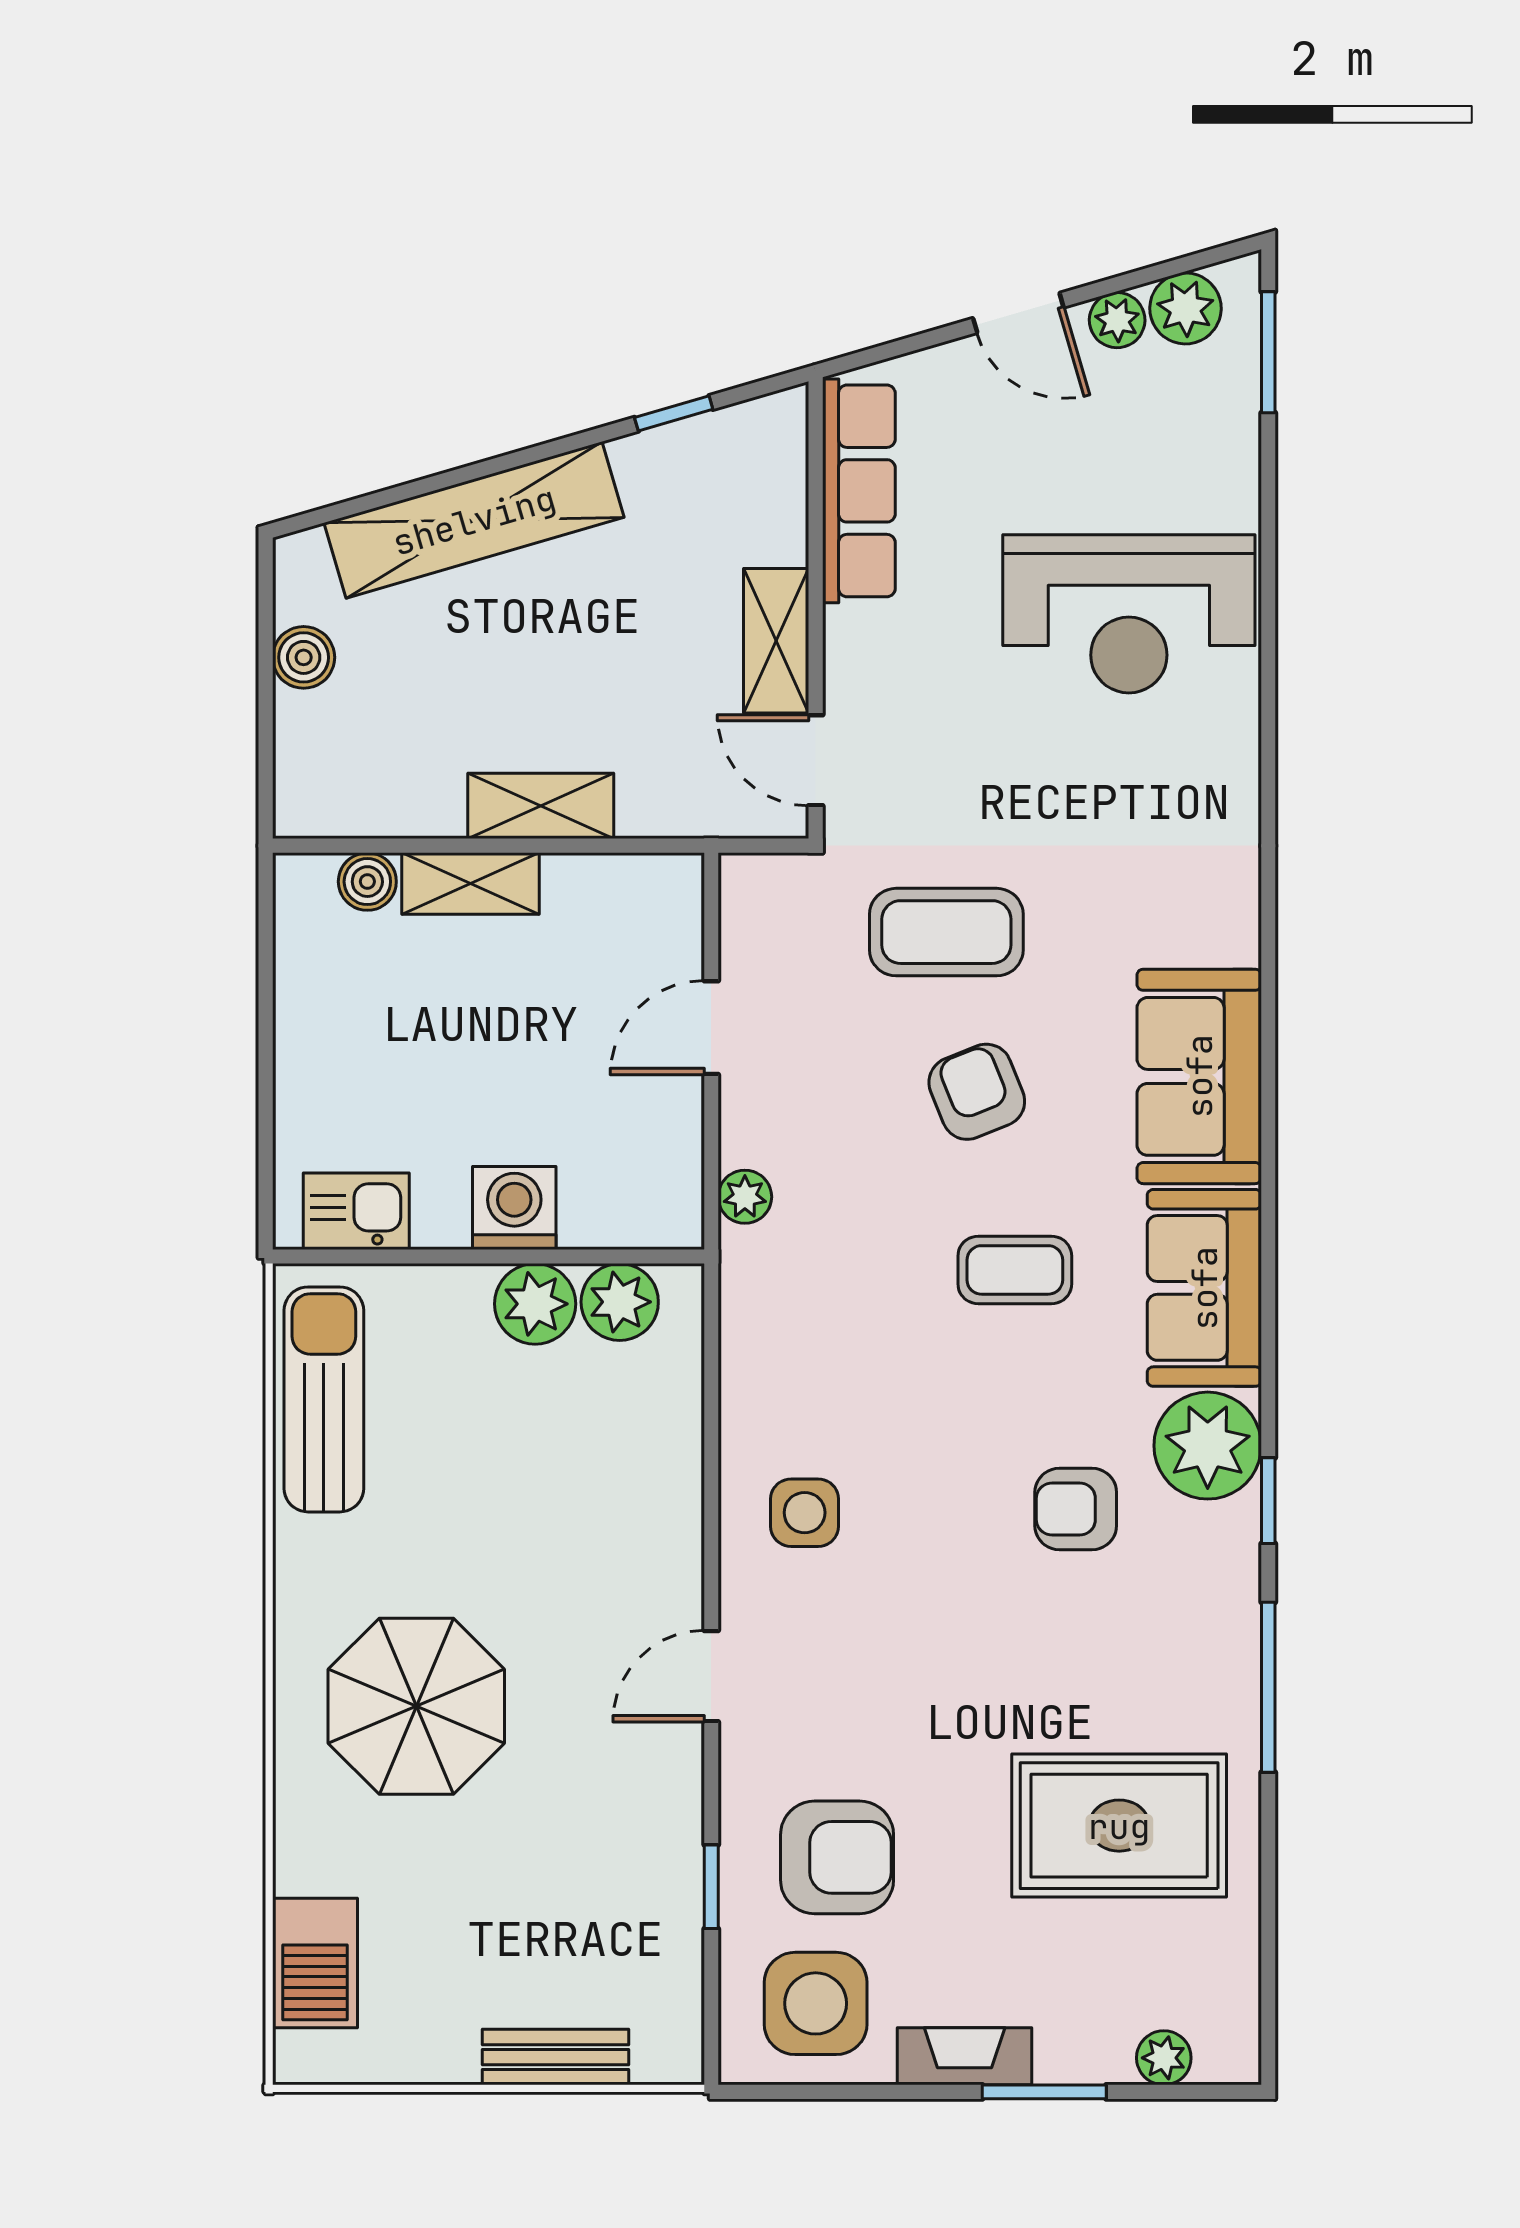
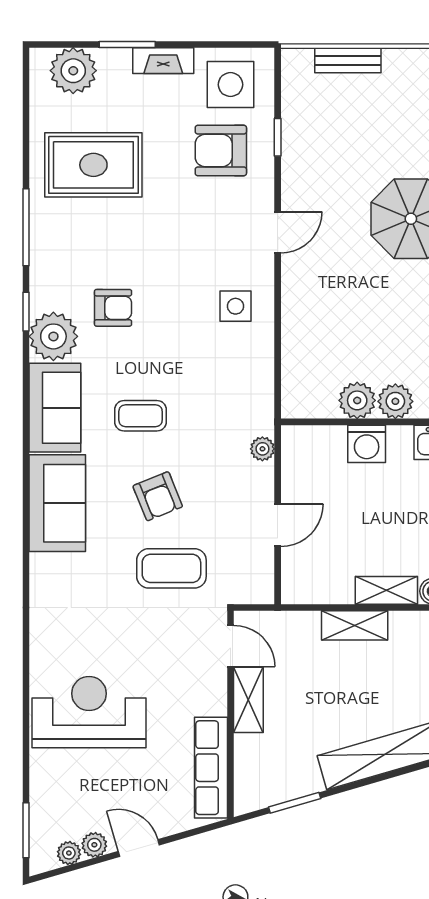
plant: (1185, 308) -> (69, 853), width x0.73, depth x0.73
window: (674, 413) -> (295, 803), width x1.50
plant: (620, 1302) -> (395, 401), moved
plant: (1164, 2058) -> (73, 71), width x1.87, depth x1.87

